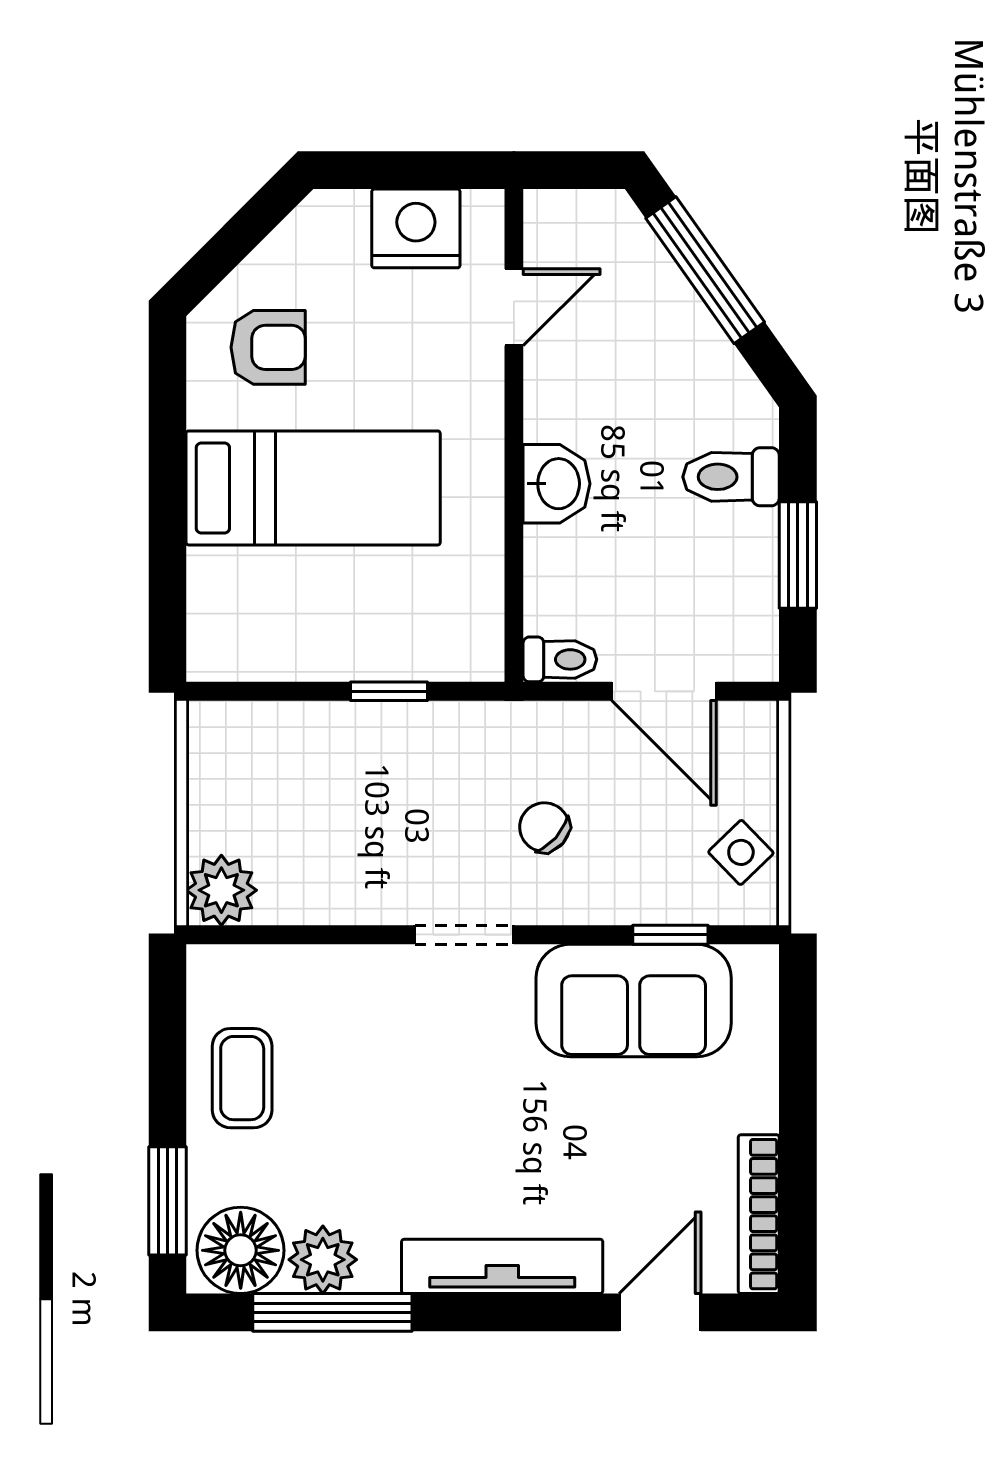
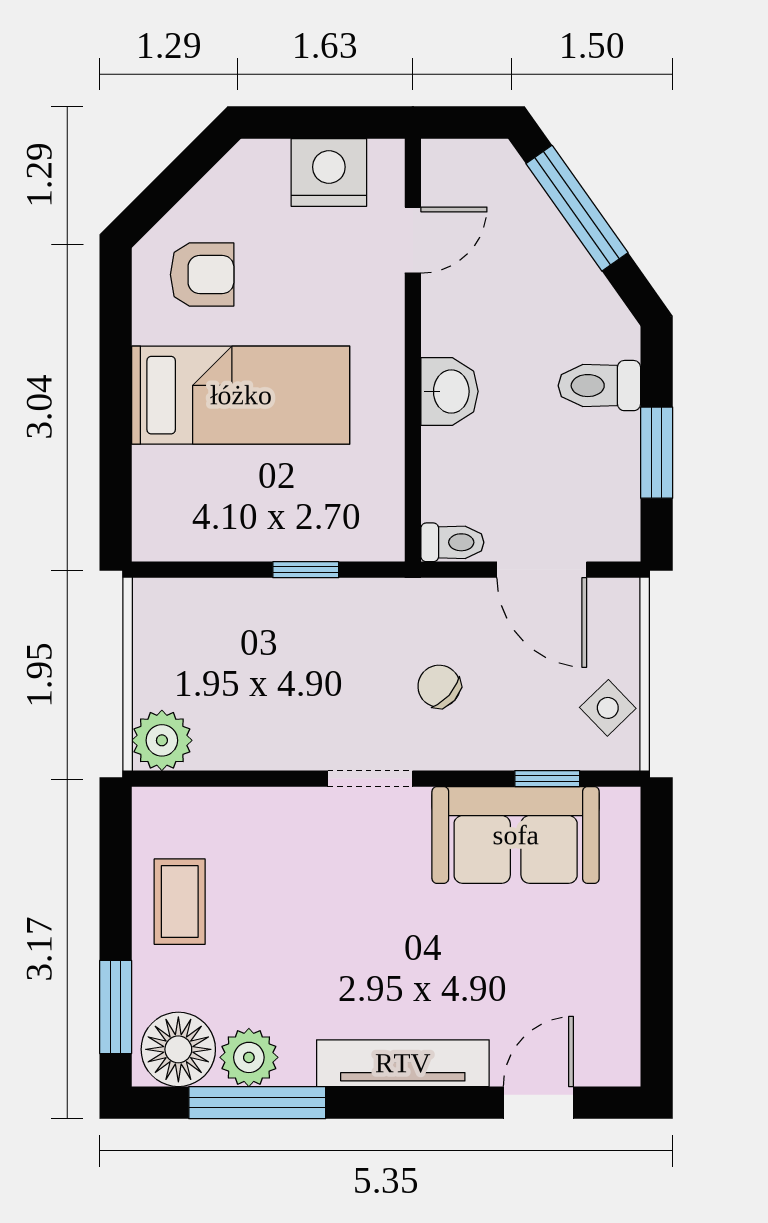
bookcase: (759, 1214) -> (623, 1018), removed

